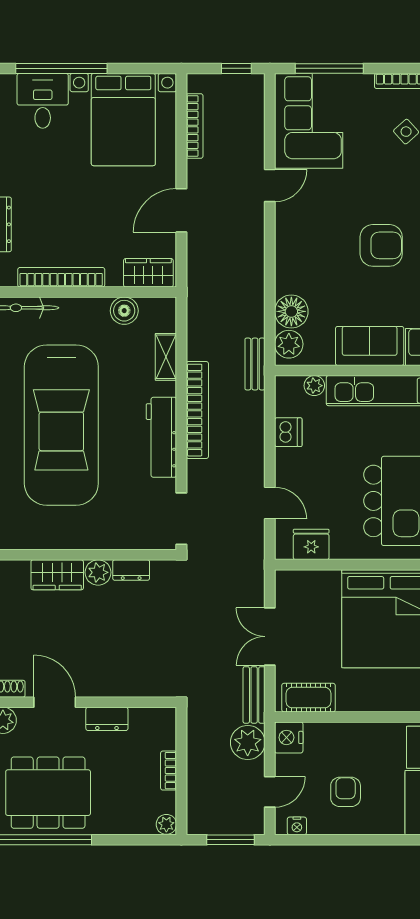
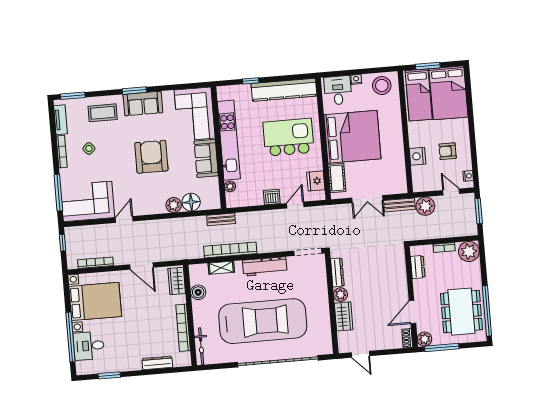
door: (270, 186) -> (124, 219), hinge flipped
armchair: (381, 245) -> (151, 157), width x1.36, depth x1.36
plant: (289, 344) -> (174, 205), moved
bookcase: (197, 410) -> (230, 250), moved
dishwasher: (288, 432) -> (272, 197), moved
dresser: (131, 570) -> (337, 272), width x1.44
cot: (309, 698) -> (337, 178), moved
dresser: (107, 719) -> (418, 267), moved
nightstand: (289, 737) -> (418, 156), moved, turned 90
plant: (166, 824) -> (469, 251), width x1.88, depth x1.88

